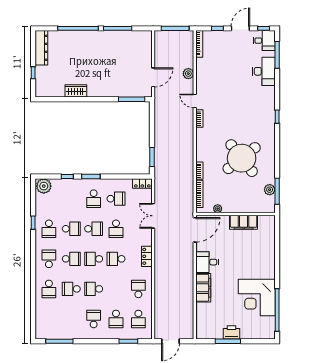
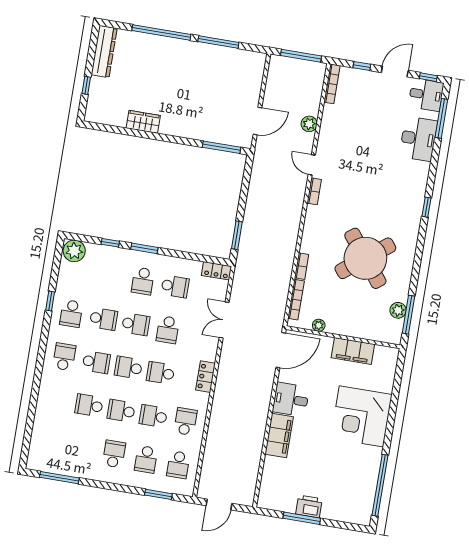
school desk: (49, 289) -> (153, 416), moved, turned 90
corner desk: (257, 297) -> (361, 416), moved

